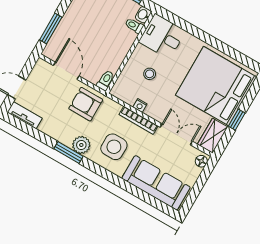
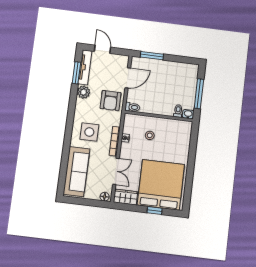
desk: (162, 36) -> (179, 133), removed
armchair: (86, 104) -> (111, 101), turned 180
tv unit: (25, 115) -> (85, 67), width x1.41
window: (237, 120) -> (155, 210), moved
plant: (81, 145) -> (84, 92), moved
window: (68, 153) -> (76, 73), moved

